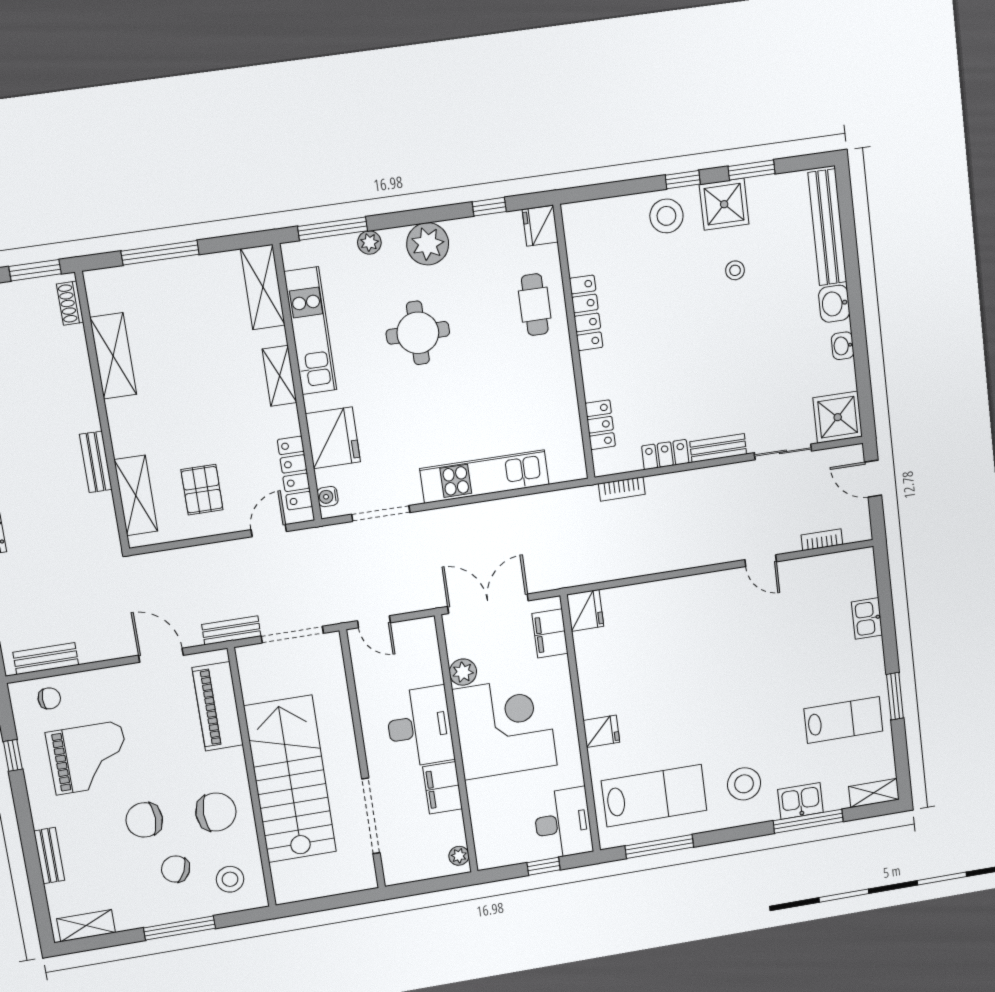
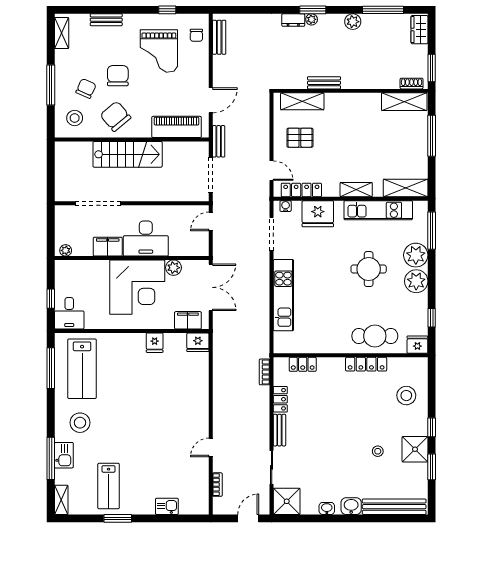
stool: (666, 216) -> (406, 396), moved
plant: (369, 242) -> (416, 255), width x1.88, depth x1.88
cafe table: (535, 305) -> (375, 336), width x1.37, depth x1.35
shelving: (113, 356) -> (404, 102), moved
fridge: (601, 731) -> (155, 343), moved
stairs: (290, 779) -> (128, 154), width x0.73, depth x0.66
chair: (216, 812) -> (116, 116), turned 140
desk: (563, 823) -> (69, 313), width x0.73

